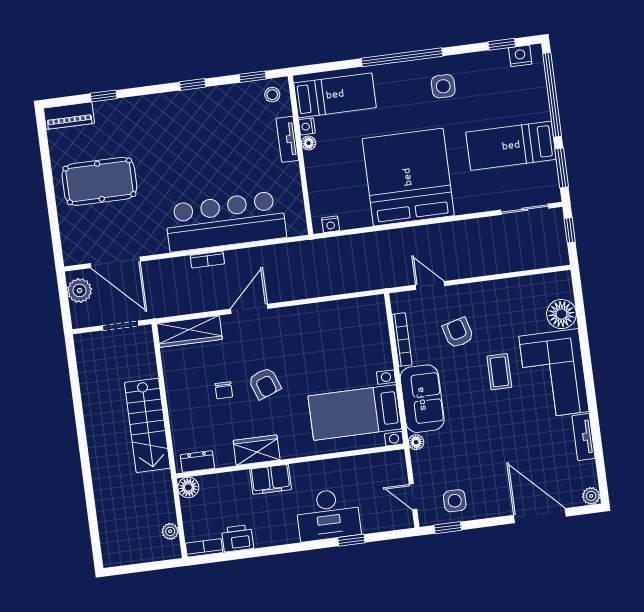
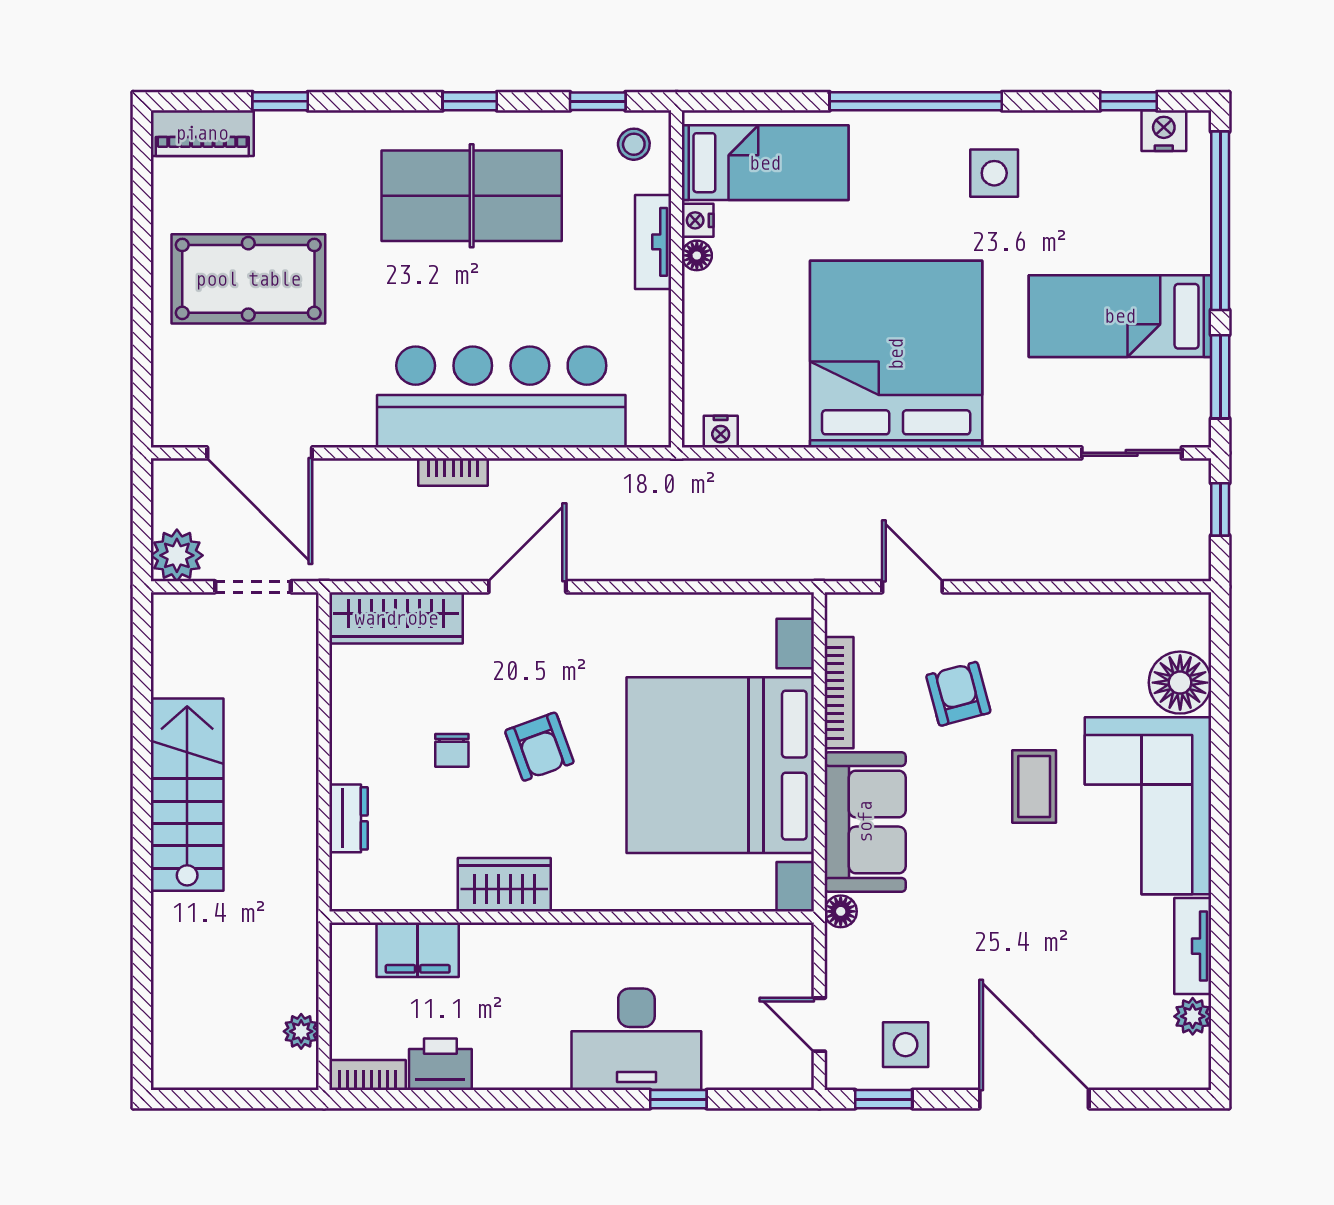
table tennis table: (199, 129) -> (472, 196), added
plant: (80, 290) -> (177, 555), moved
bed with nightstands: (355, 412) -> (720, 765), width x1.85
stairs: (147, 425) -> (187, 795), moved, turned 180
dresser: (197, 462) -> (349, 818), moved, turned 90
filing cabinet: (271, 479) -> (418, 950), moved
floor lamp: (188, 487) -> (351, 944), removed
plant: (591, 496) -> (1193, 1016), moved
door: (540, 516) -> (1034, 1099), moved

